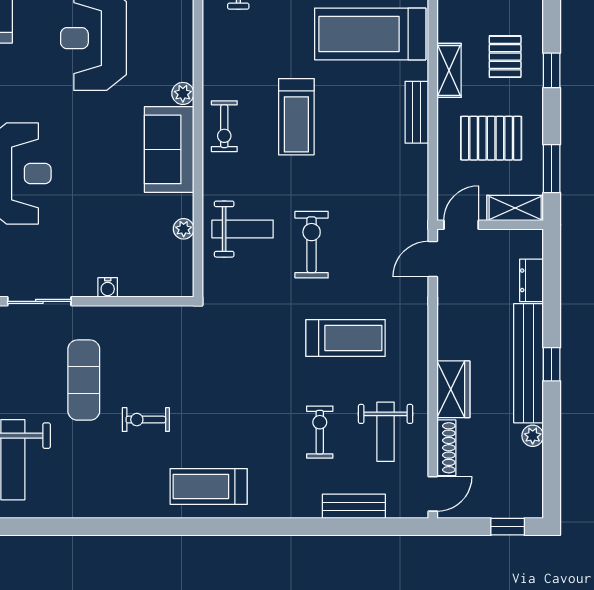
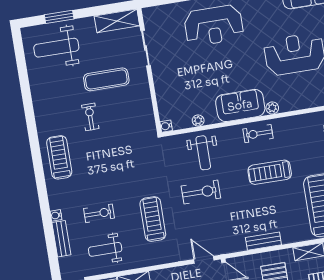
bench: (417, 112) -> (263, 241), moved
water cooler: (108, 287) -> (166, 126), moved
treadmill: (346, 338) -> (153, 219), turned 180
water cooler: (311, 509) -> (56, 215), added

